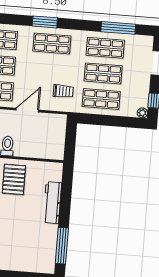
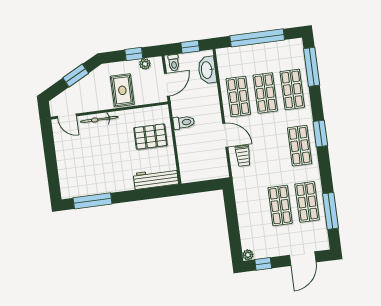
trolley: (63, 91) -> (243, 156), moved
shop shelf: (101, 99) -> (253, 209), removed
workbench: (52, 203) -> (156, 179), moved

